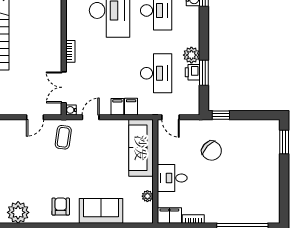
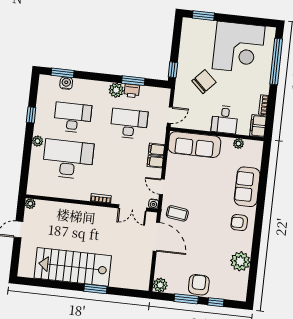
door: (35, 117) -> (156, 237), width x1.88
corner desk: (253, 185) -> (239, 48), added

